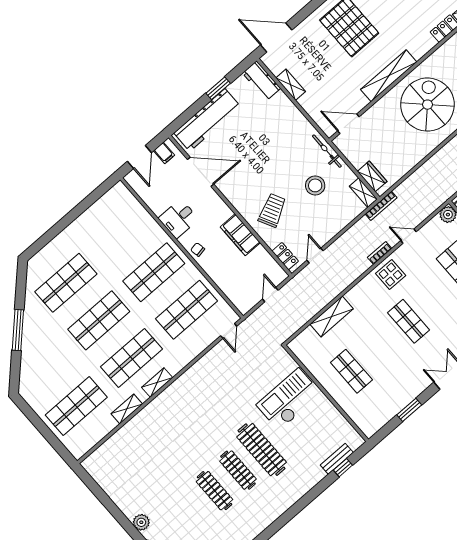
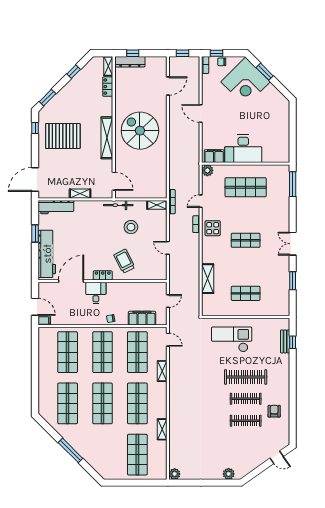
workbench: (262, 81) -> (56, 207), width x1.38
shelving: (291, 85) -> (80, 194), moved
door: (348, 124) -> (114, 181), swing flipped
filing cabinet: (164, 153) -> (44, 321), moved
wardrobe: (372, 176) -> (152, 193), removed
desk: (179, 219) -> (96, 293), moved, turned 180
shop shelf: (121, 235) -> (68, 352), added
filing cabinet: (240, 235) -> (142, 318), moved, turned 180
locker: (285, 256) -> (103, 275), moved
door: (315, 256) -> (168, 248), moved
door: (270, 295) -> (168, 301), swing flipped
shelving: (157, 382) -> (162, 371), moved
checkout: (289, 399) -> (232, 339), turned 90
plant: (90, 464) -> (175, 474), added
armchair: (251, 512) -> (274, 411), added

